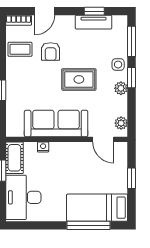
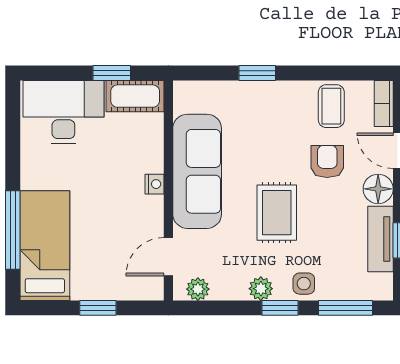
floor lamp: (66, 23) -> (378, 189), added
armchair: (51, 52) -> (327, 161), turned 90
nightstand: (43, 147) -> (155, 184), moved

